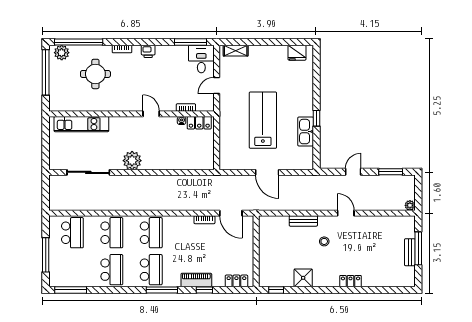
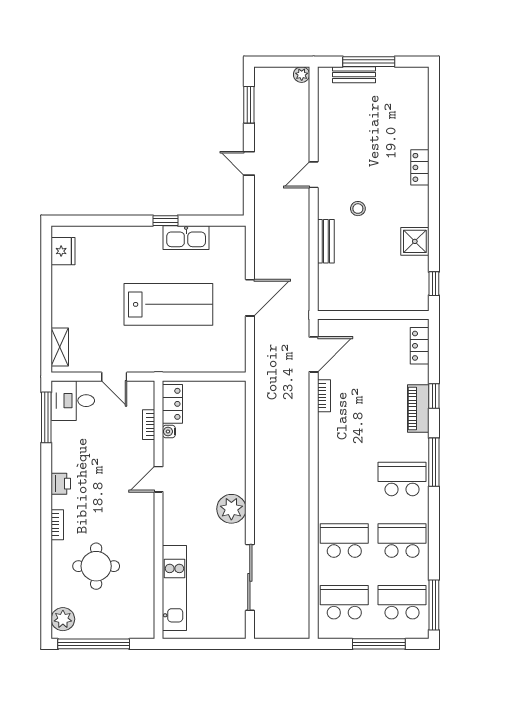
window: (79, 42) -> (46, 592), removed
lab bench: (263, 120) -> (168, 304), turned 180
school desk: (151, 233) -> (402, 602), moved
bench: (410, 252) -> (354, 75), moved

